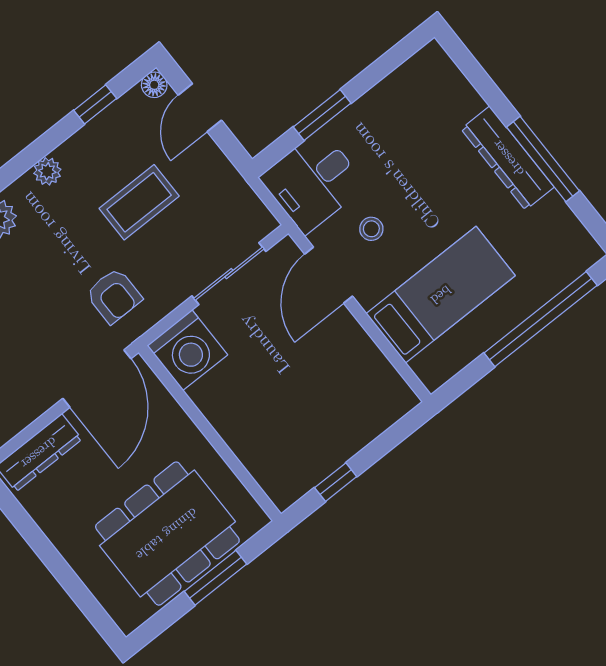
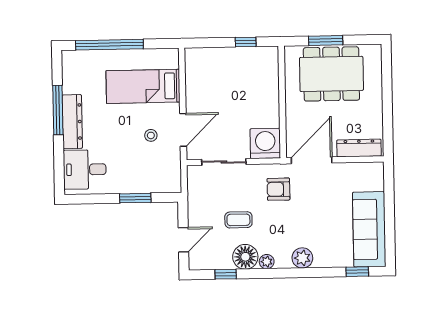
floor lamp: (154, 85) -> (245, 257), moved, width x1.89, depth x1.89
desk: (313, 182) -> (85, 169), moved, turned 180
coffee table: (139, 202) -> (238, 220), width x0.73, depth x0.77
armchair: (114, 296) -> (278, 189), turned -90

